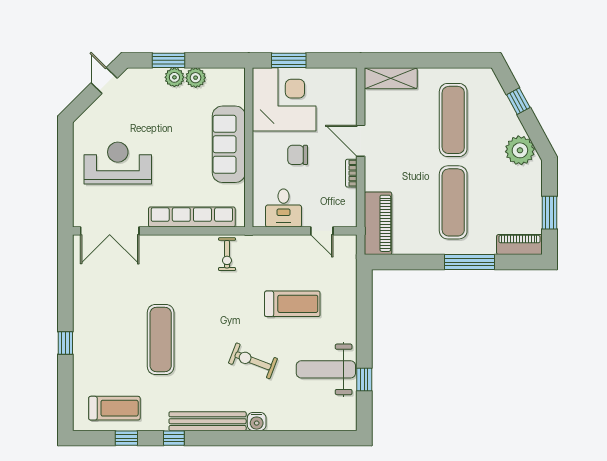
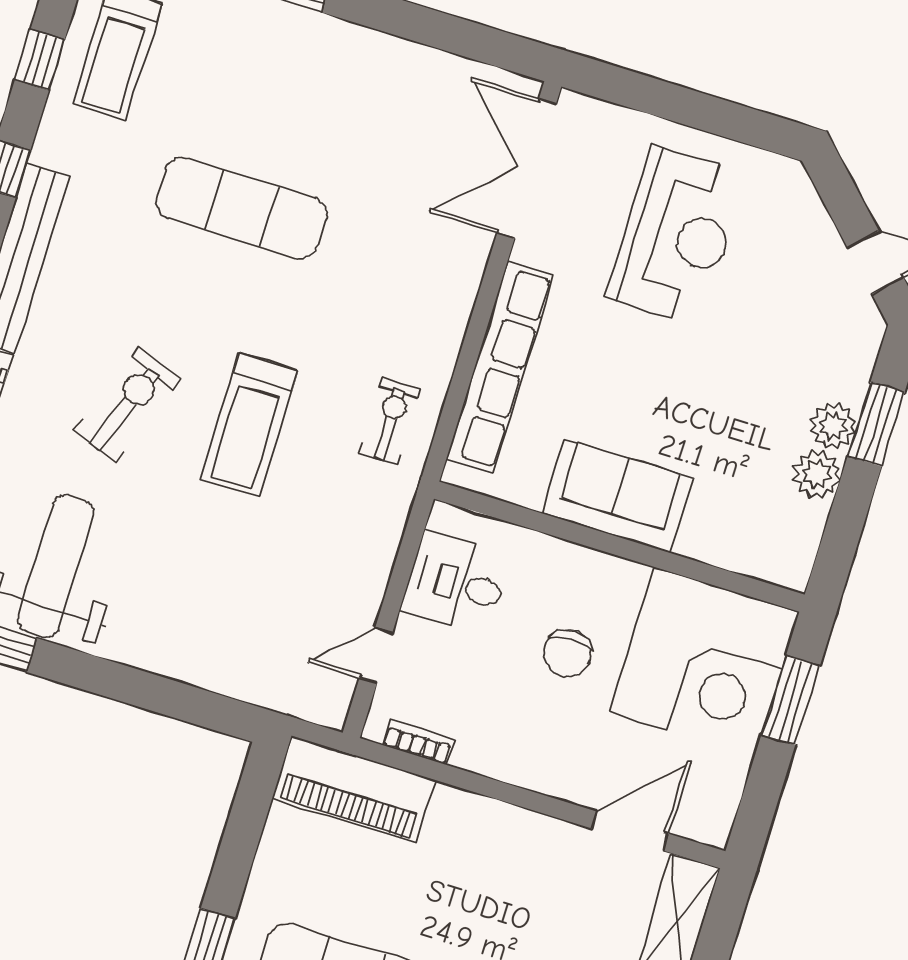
door: (361, 141) -> (630, 831), moved
sofa: (229, 144) -> (618, 496), width x0.73
chair: (298, 155) -> (568, 653), turned 180
bookcase: (351, 173) -> (418, 742), moved
exercise bike: (227, 254) -> (390, 421), turned 90
treadmill: (292, 304) -> (249, 425), moved

